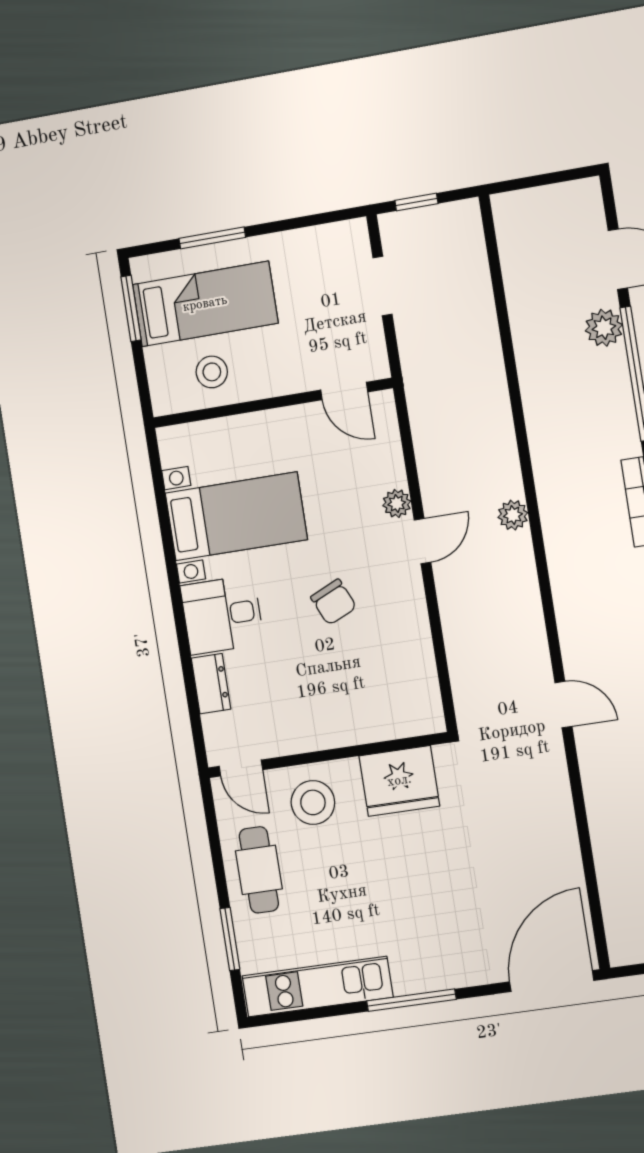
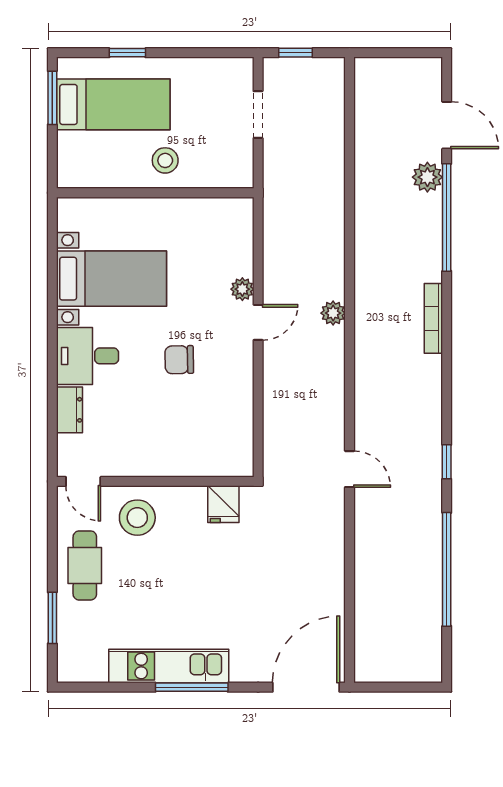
window: (212, 238) -> (127, 53), width x0.67
stool: (212, 372) -> (165, 160), moved
door: (344, 391) -> (214, 193), removed
chair: (334, 602) -> (179, 360), turned 113
fridge: (399, 781) -> (223, 504), width x0.53, depth x0.75
kitchen unit: (317, 987) -> (169, 666), moved

